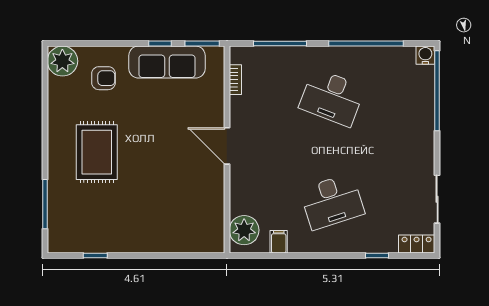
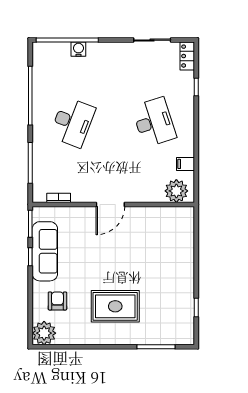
water cooler: (425, 55) -> (78, 49), moved, turned 90

